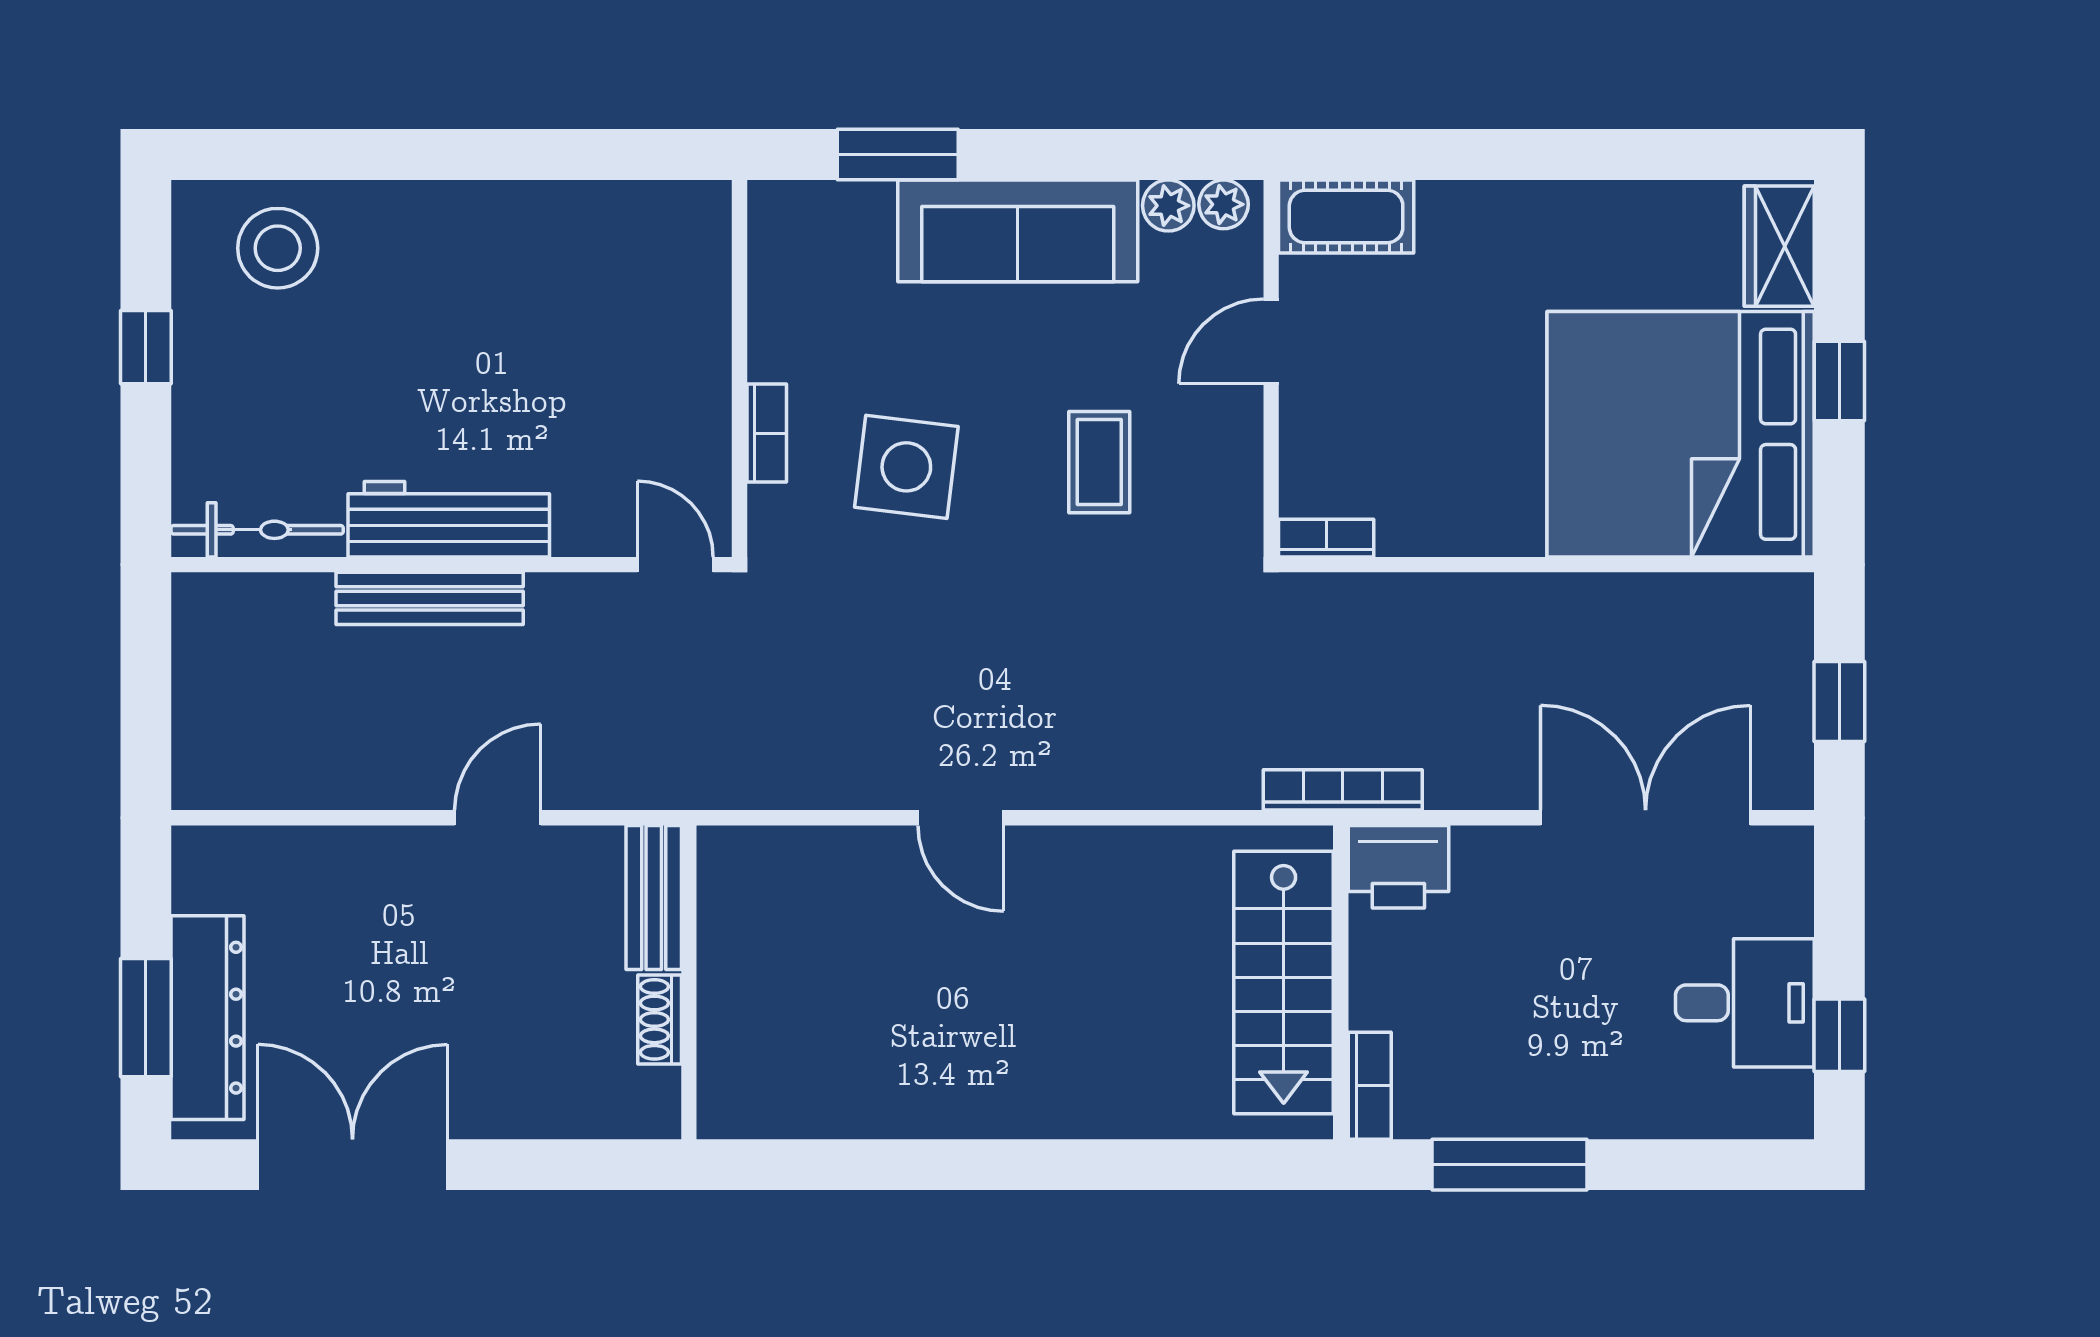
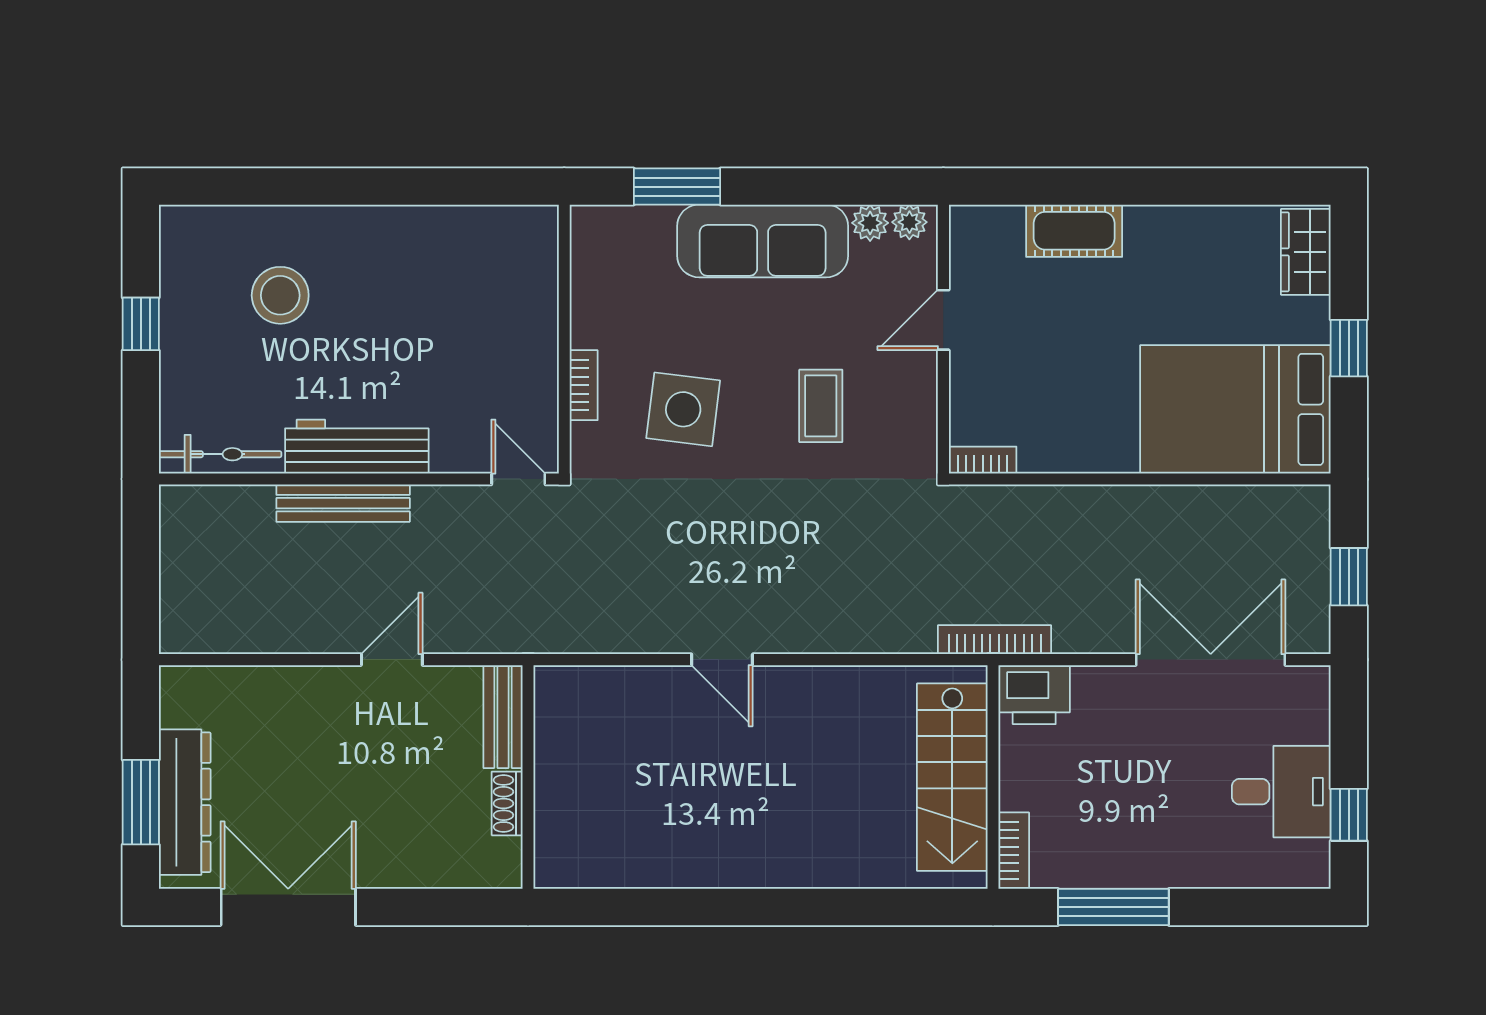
cot: (1346, 217) -> (1074, 231), moved
stool: (278, 248) -> (280, 295), moved
bed: (1681, 434) -> (1235, 409), width x0.73

